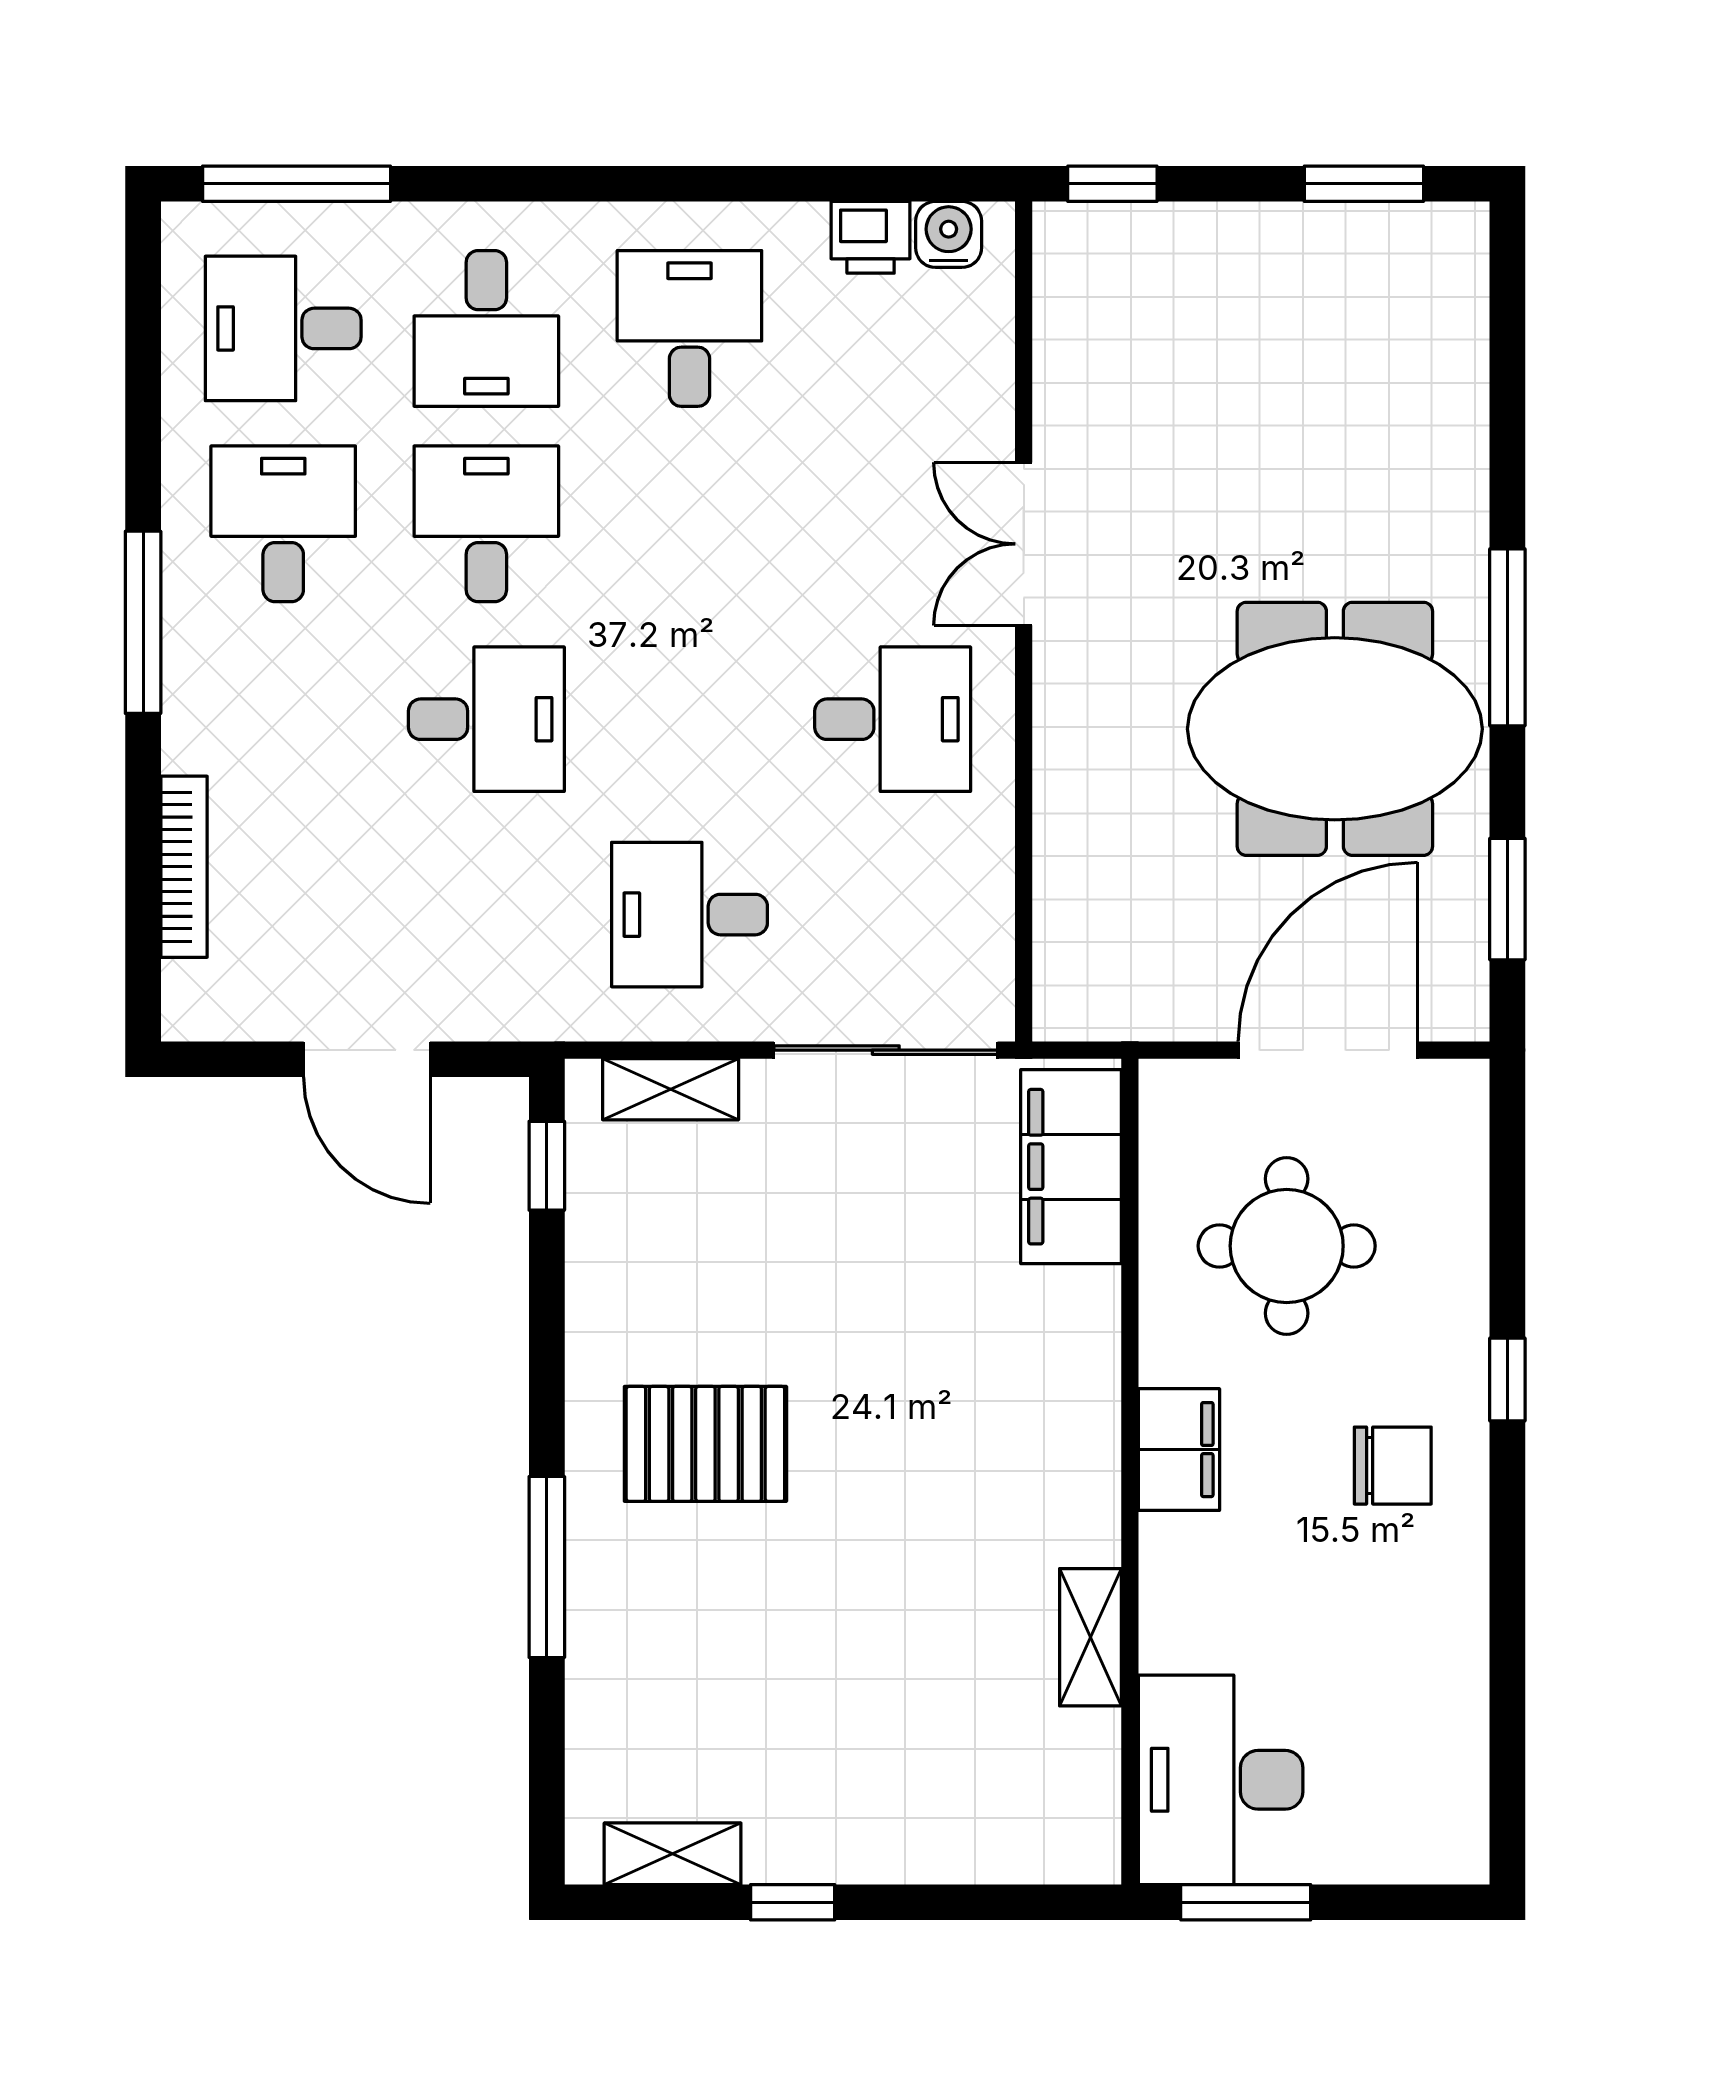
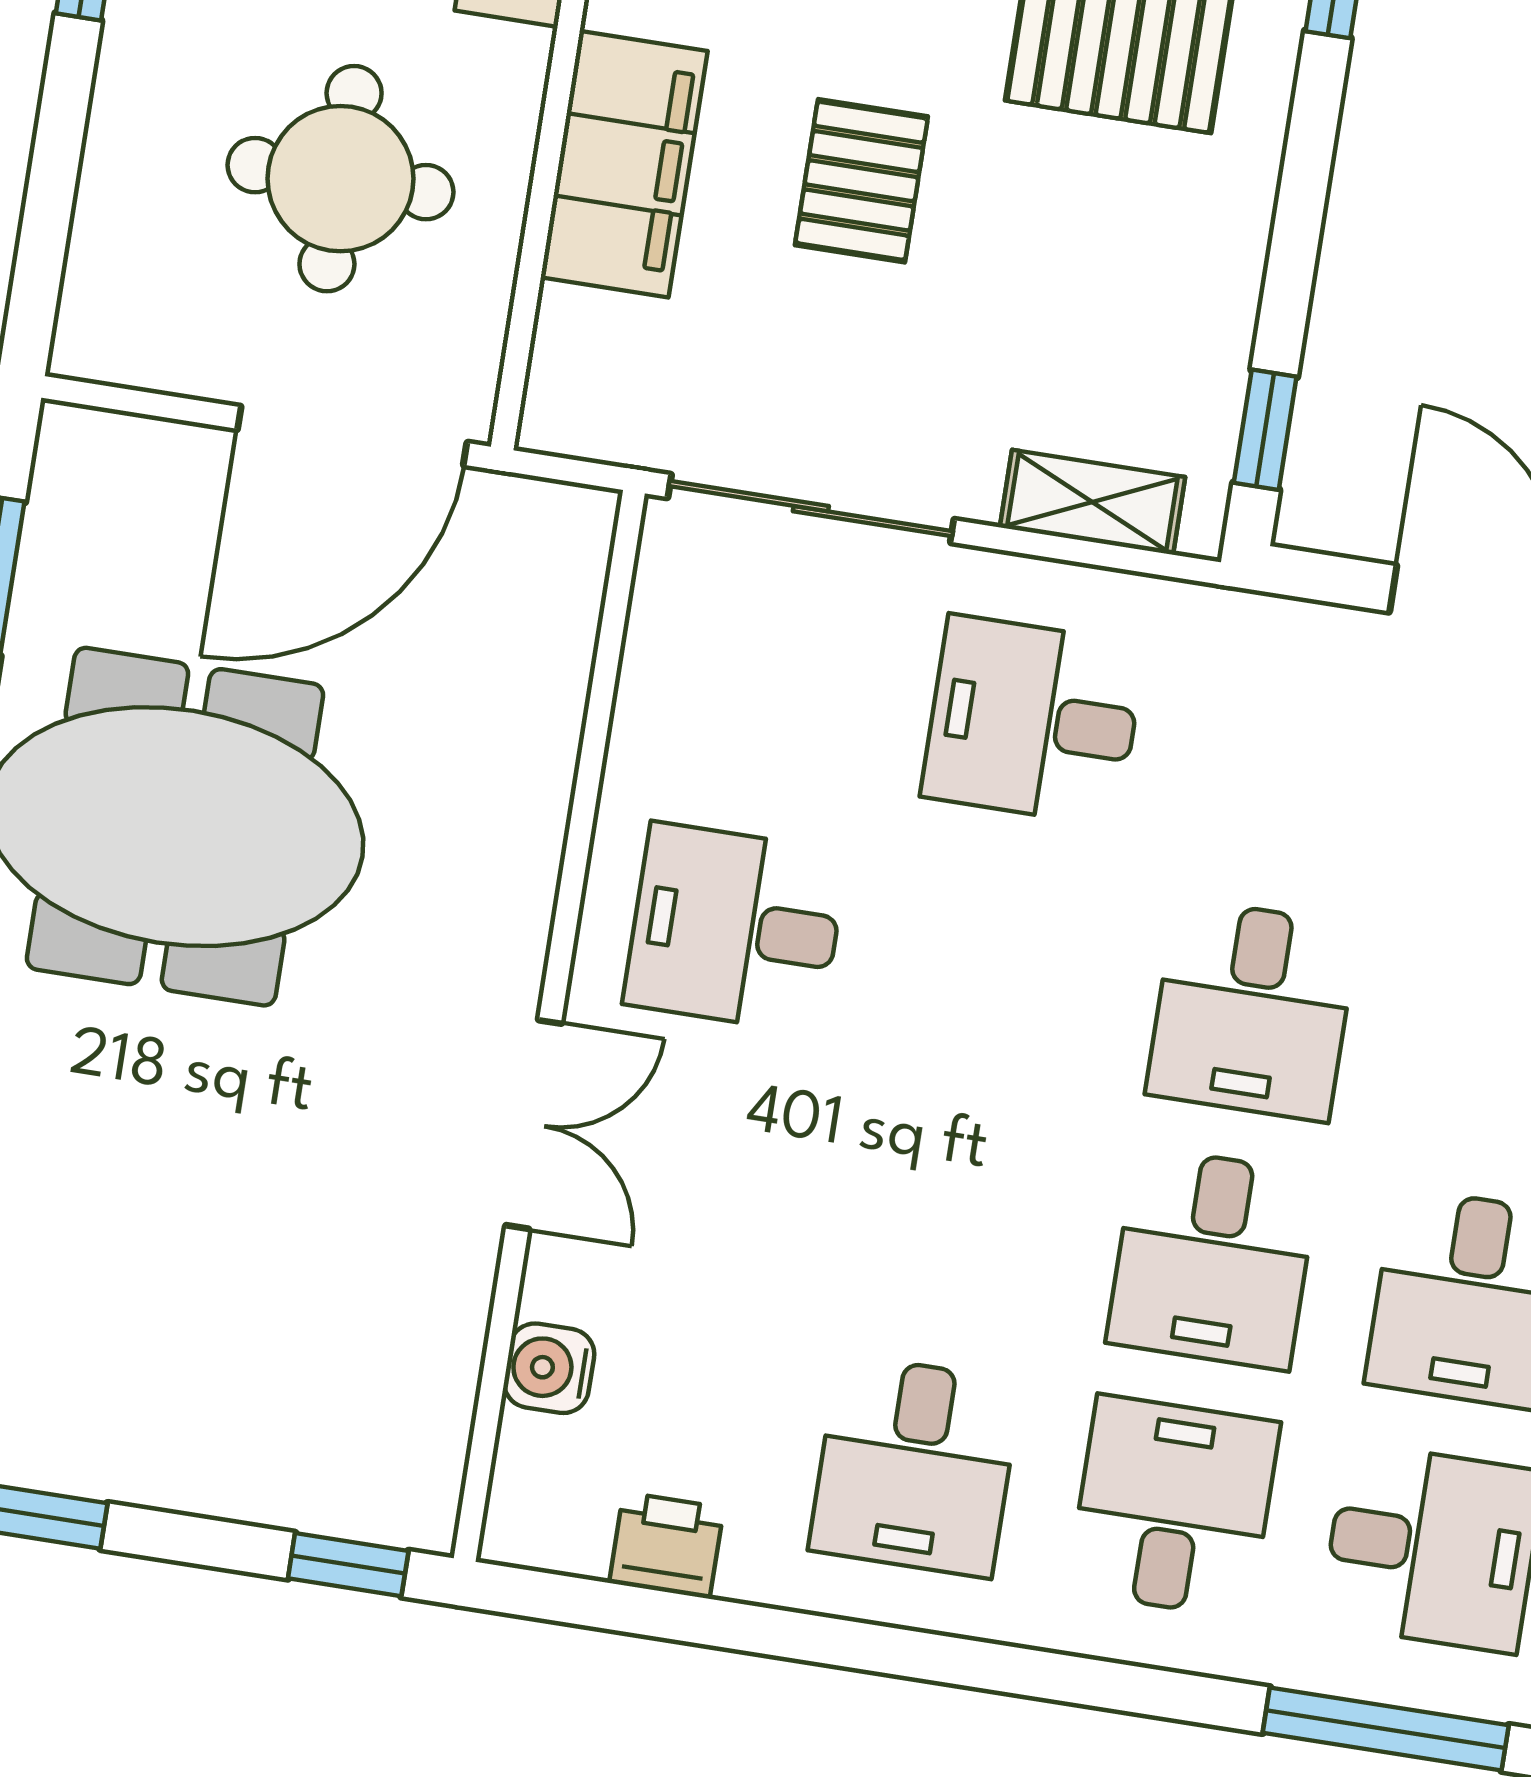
water cooler: (949, 234) -> (549, 1368), moved, turned 90
desk: (486, 719) -> (1252, 1010), turned -90
desk: (689, 915) -> (1033, 720), turned 180
door: (1328, 1050) -> (352, 436), moved
filing cabinet: (1071, 1167) -> (624, 164), moved
pallet: (887, 1308) -> (861, 181), added

